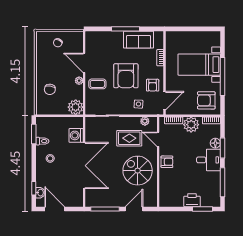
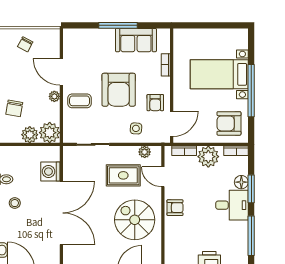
plant: (61, 109) -> (30, 135), added

